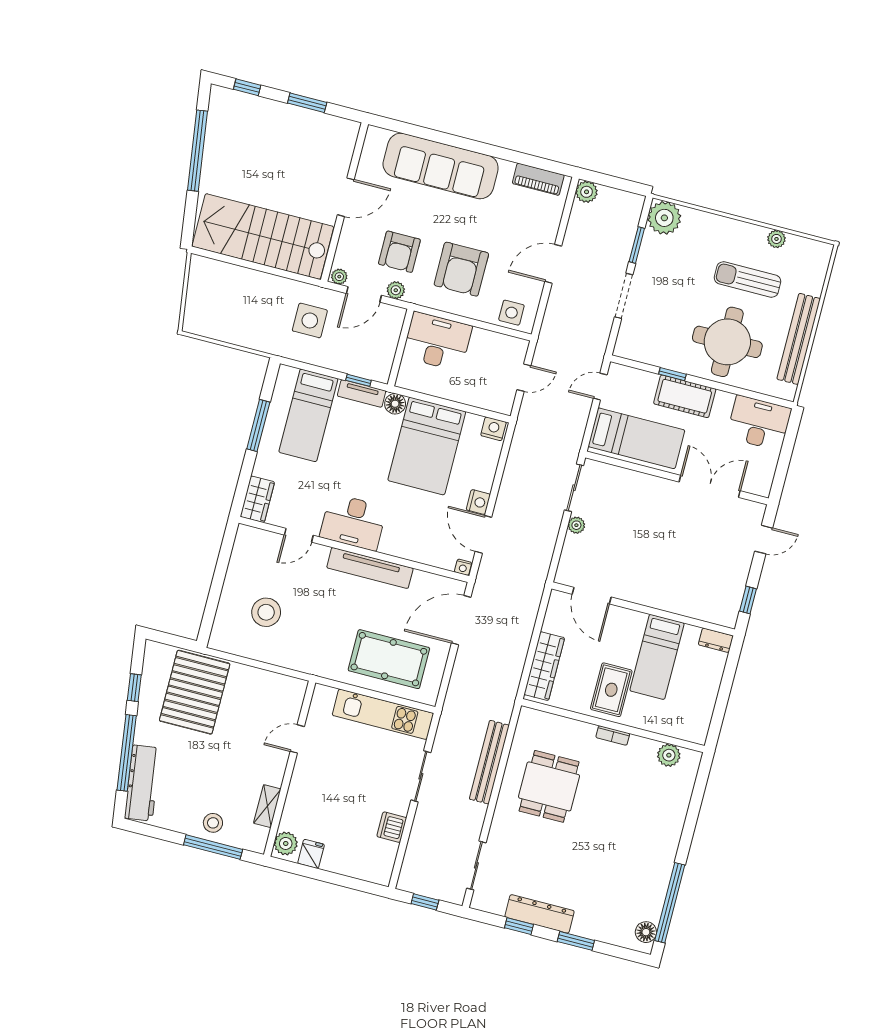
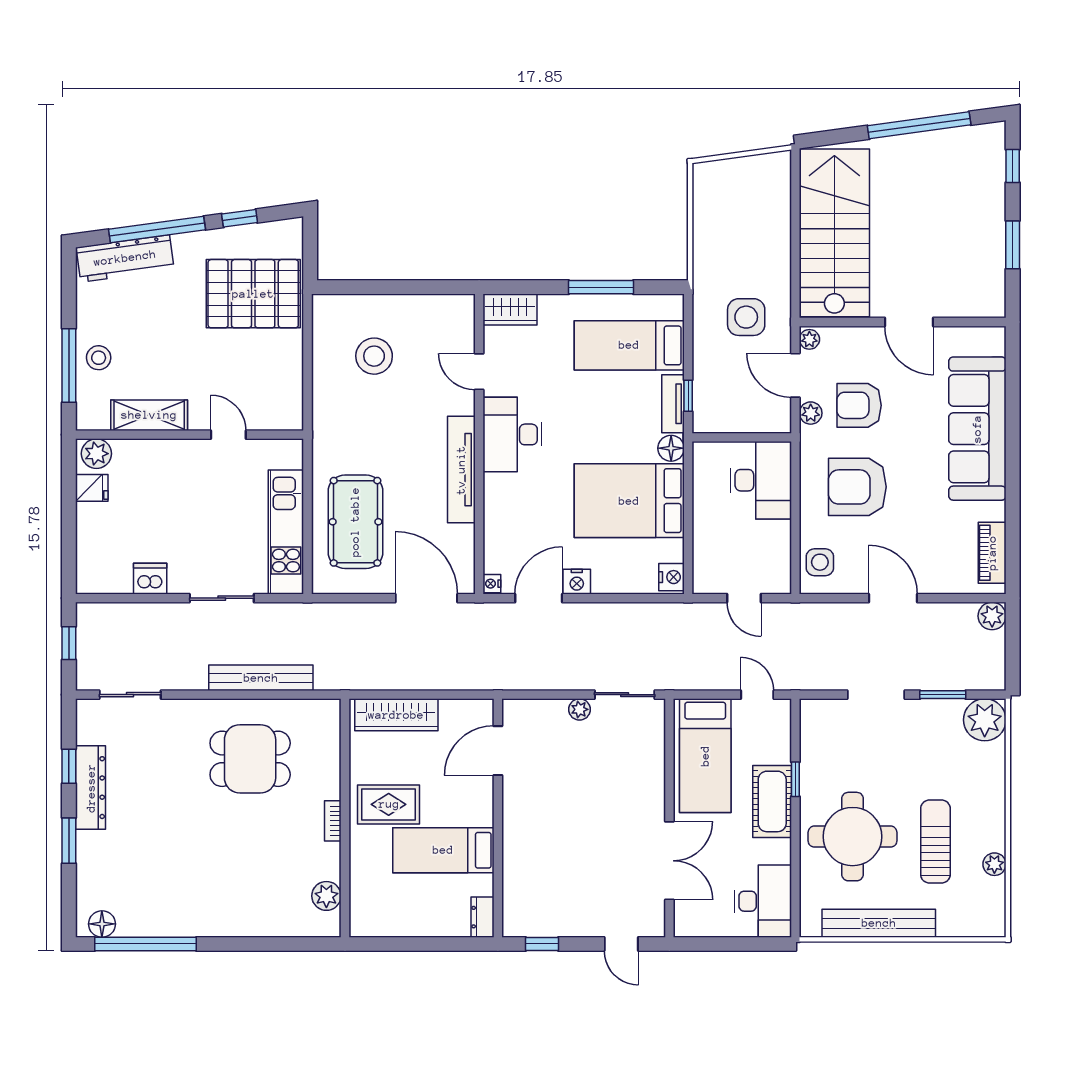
shelving: (267, 806) -> (149, 415), width x1.50, depth x1.33

